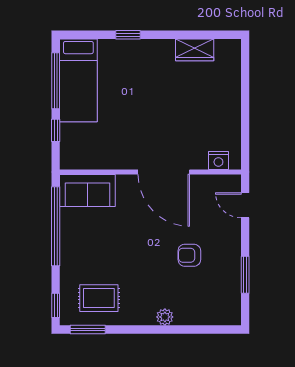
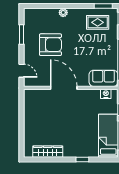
wardrobe: (195, 50) -> (48, 152), width x1.50
nightstand: (218, 161) -> (106, 94), moved
armchair: (189, 255) -> (50, 45), width x1.88, depth x1.88

